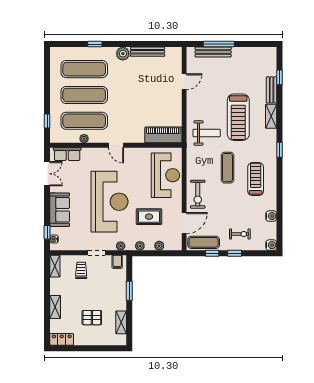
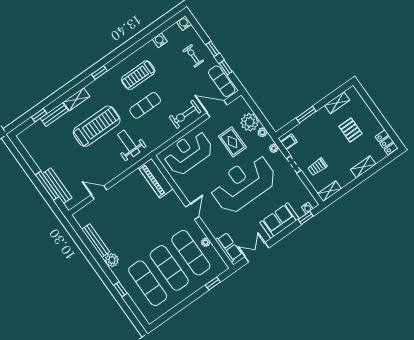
exercise bike: (198, 194) -> (185, 114), turned 180
plant: (159, 246) -> (250, 122), width x1.88, depth x1.88

